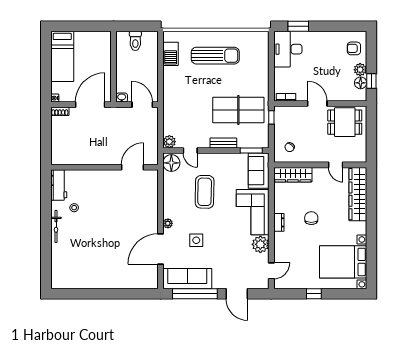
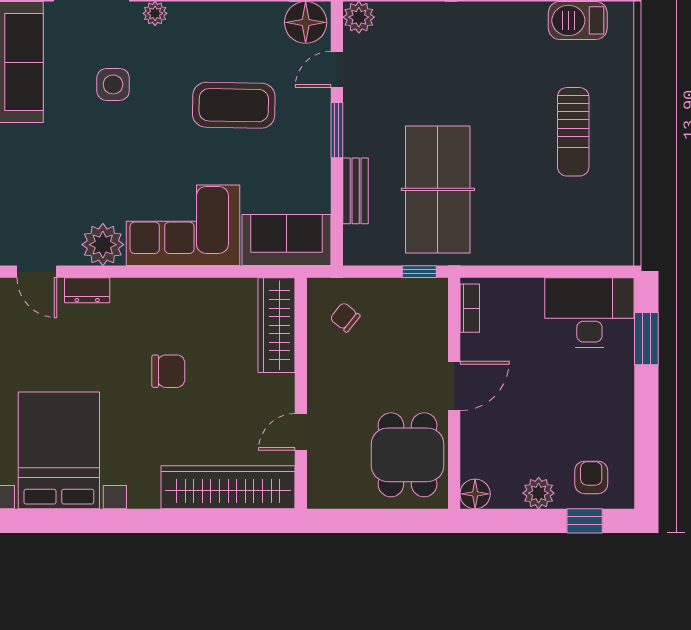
sun lounger: (215, 56) -> (573, 132), width x0.73, depth x0.75
window: (371, 81) -> (585, 521), moved
floor lamp: (361, 83) -> (475, 494), moved
bench: (223, 143) -> (356, 191), moved
window: (251, 150) -> (337, 130), moved
dresser: (279, 222) -> (87, 290), moved

